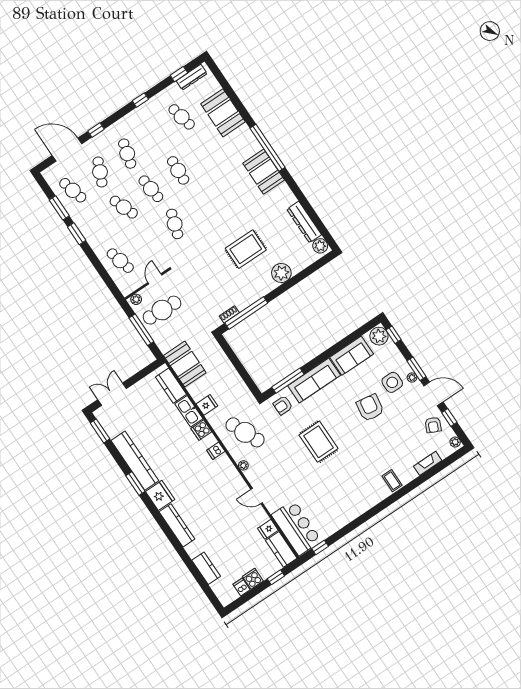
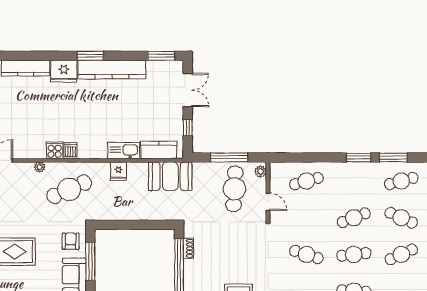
cafe table: (127, 154) -> (401, 254), turned -39
window: (140, 375) -> (188, 128), added
cooker: (201, 430) -> (55, 150), moved

